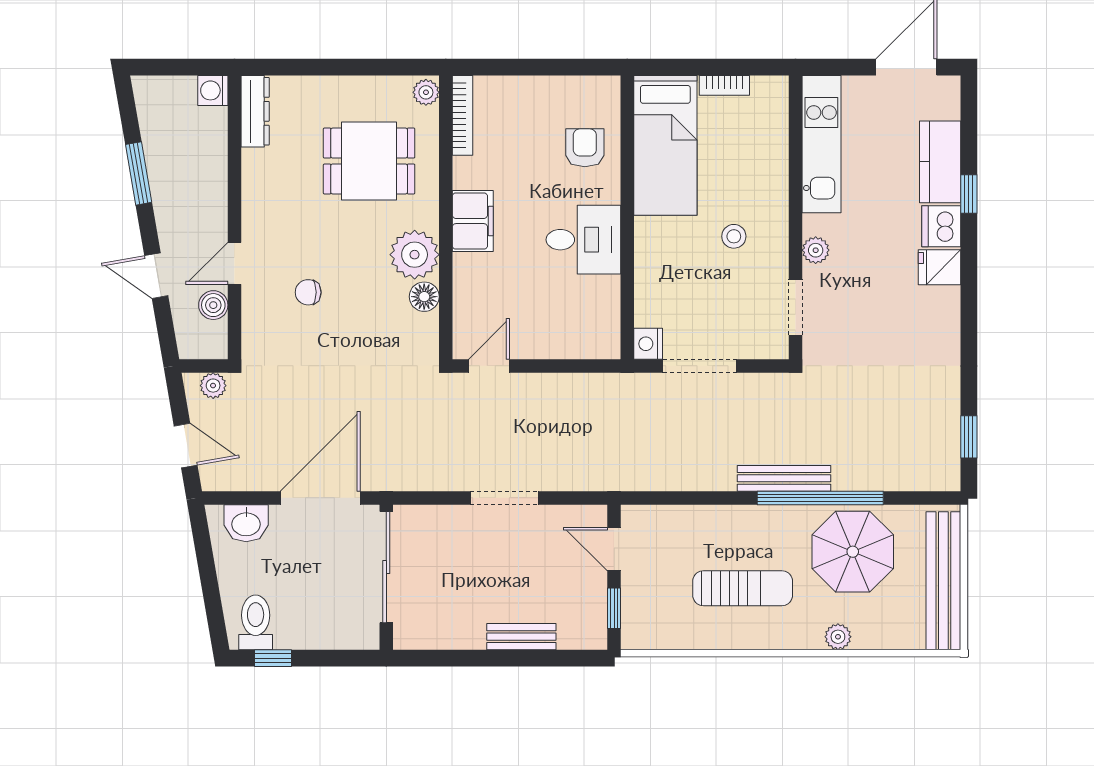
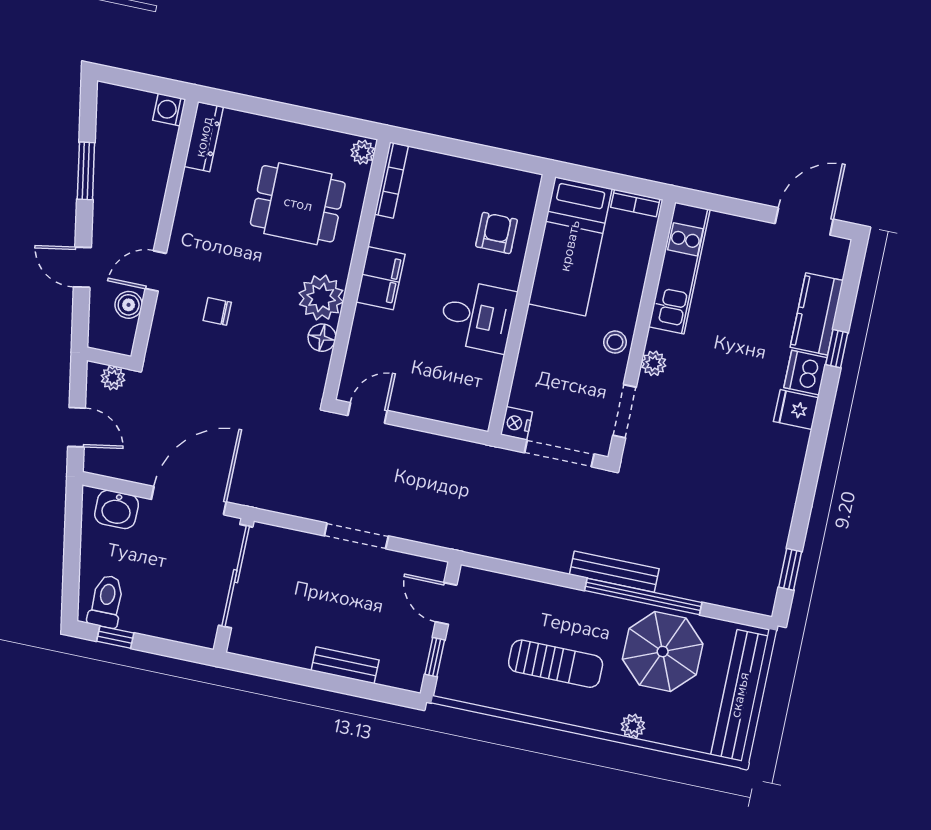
kitchen unit: (821, 144) -> (679, 268), moved
wall: (796, 217) -> (642, 330), moved
plant: (816, 250) -> (654, 363), moved
doorway: (796, 307) -> (625, 411), moved

